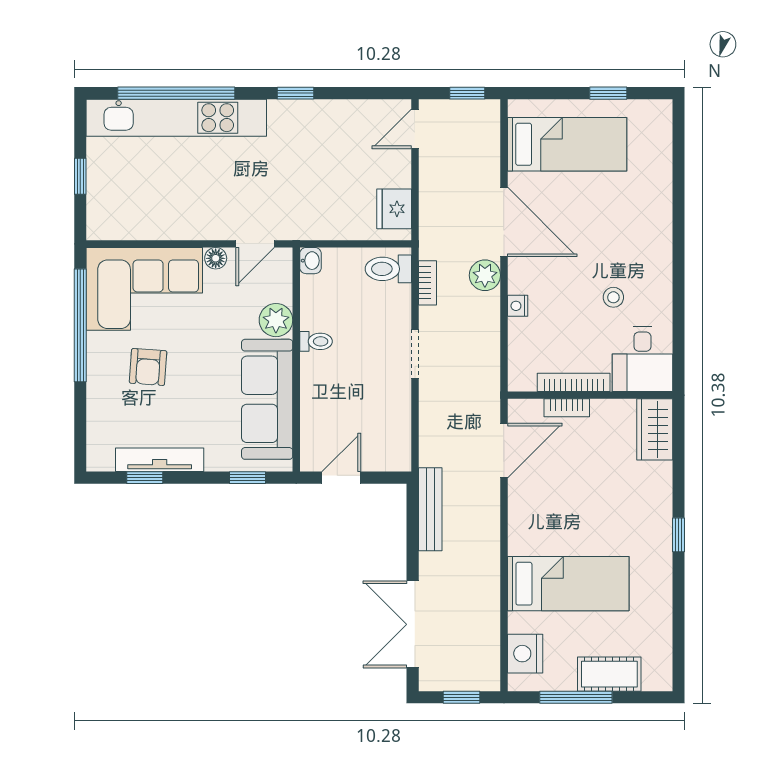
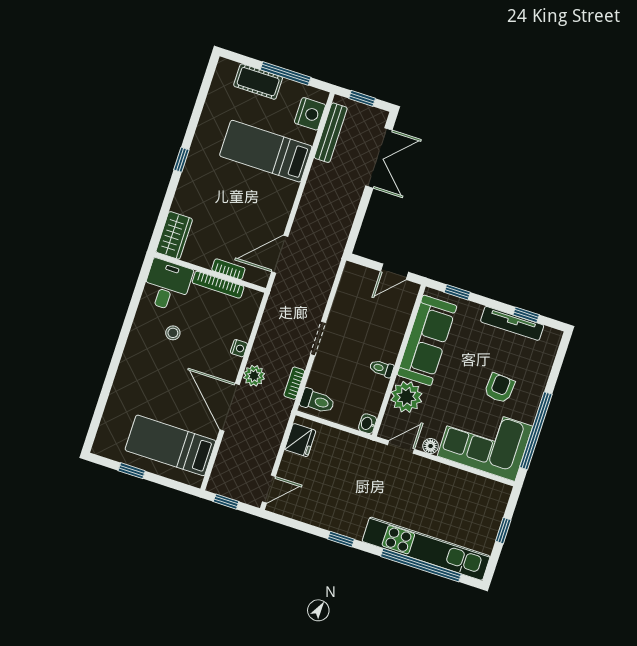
plant: (276, 320) -> (406, 397), width x1.36, depth x1.36
bench: (430, 509) -> (331, 133), moved

